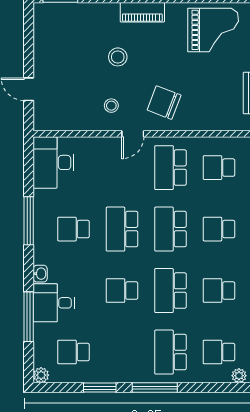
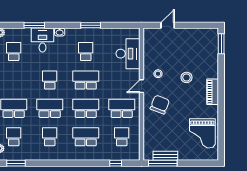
door: (133, 134) -> (141, 86), hinge flipped
desk: (54, 162) -> (128, 54), moved, turned 90
window: (29, 221) -> (91, 25), width x0.69
school desk: (219, 229) -> (86, 137), width x1.85
window: (29, 317) -> (34, 25), width x0.69

